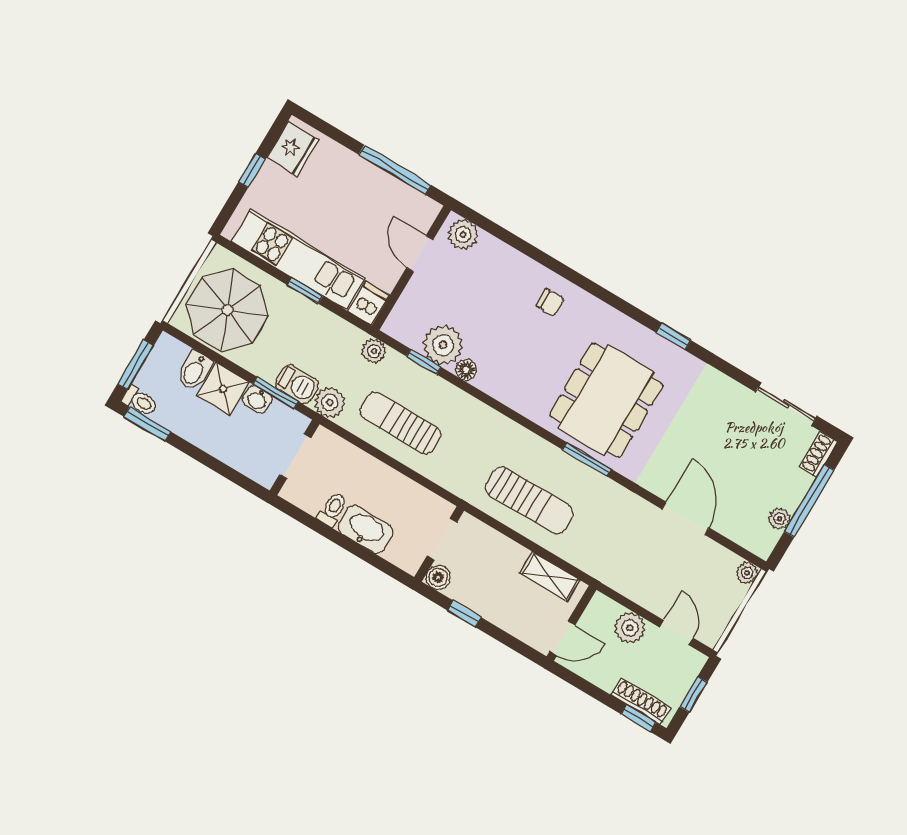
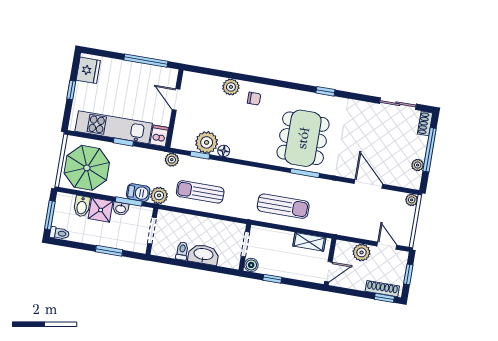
plant: (463, 235) -> (231, 87), moved
window: (147, 424) -> (109, 251), moved

